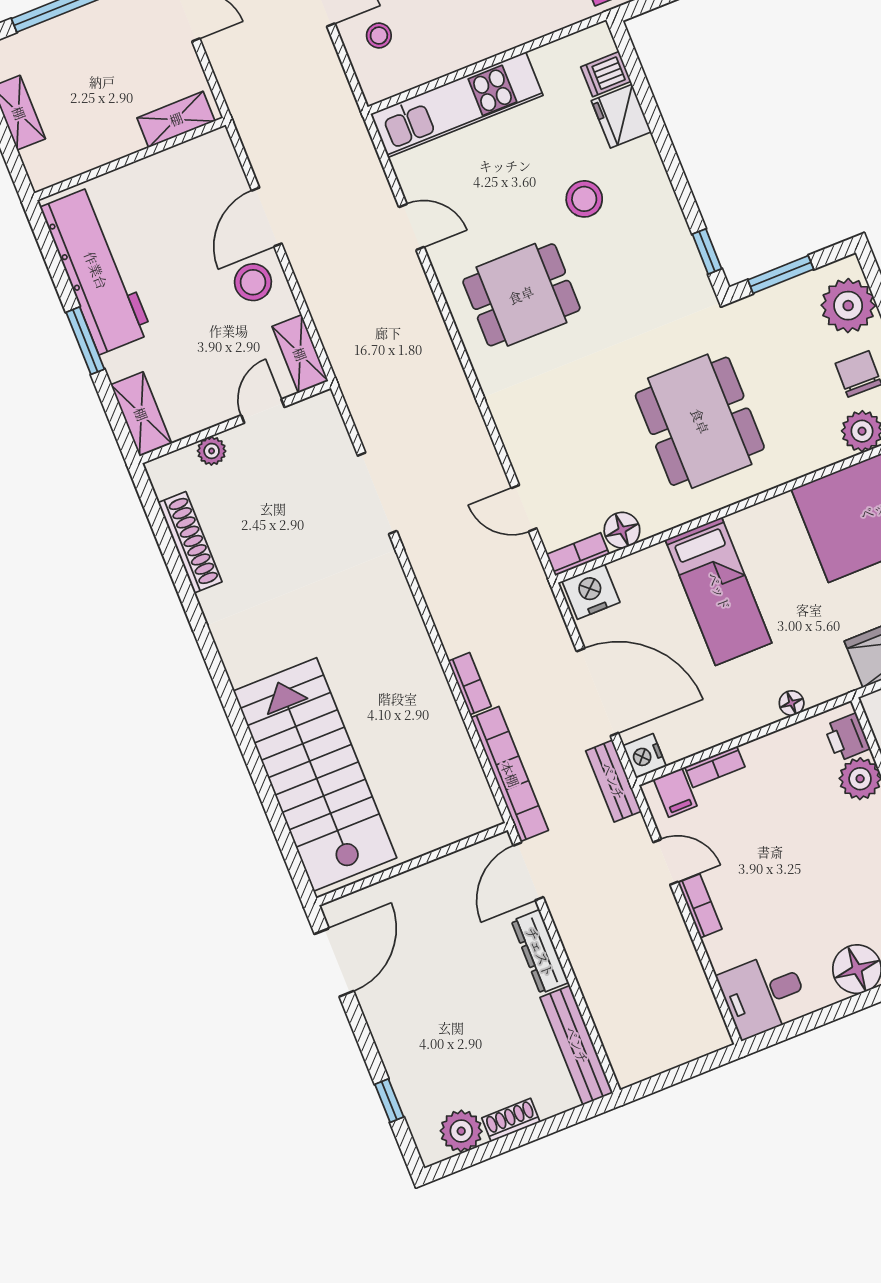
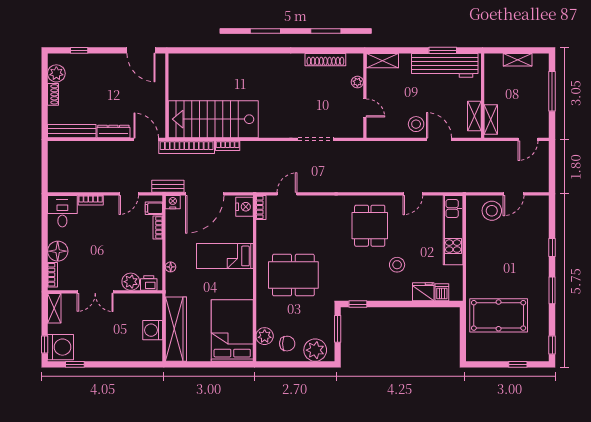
stool: (379, 35) -> (492, 211), width x1.89, depth x1.89
window: (85, 341) -> (443, 50), moved
shelving: (300, 354) -> (474, 116), moved, turned 90
floor lamp: (622, 530) -> (263, 228), removed
stairs: (315, 774) -> (213, 119), moved, turned 180
bookcase: (700, 906) -> (91, 200), moved

